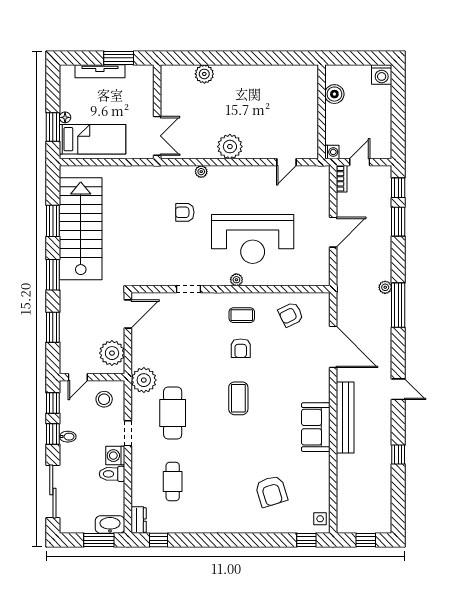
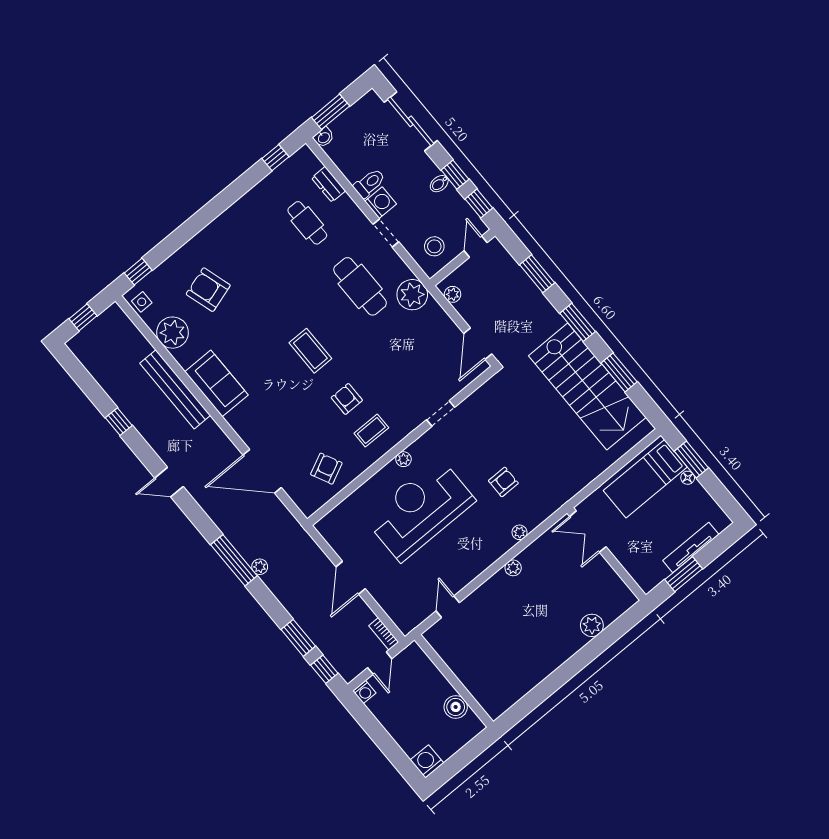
plant: (230, 147) -> (513, 568), width x0.53, depth x0.53
washing machine: (332, 152) -> (364, 692), moved, turned -90
plant: (112, 353) -> (453, 294), width x0.53, depth x0.53
bench: (345, 418) -> (175, 389), moved
plant: (317, 483) -> (173, 333), added
dresser: (139, 520) -> (329, 184), moved
washbasin: (110, 525) -> (324, 137), width x0.52, depth x0.69

